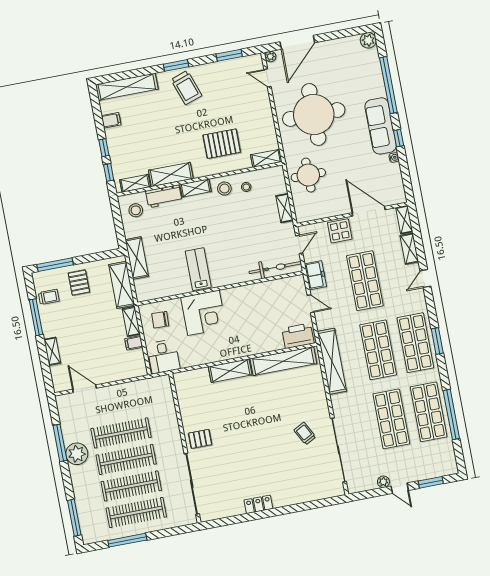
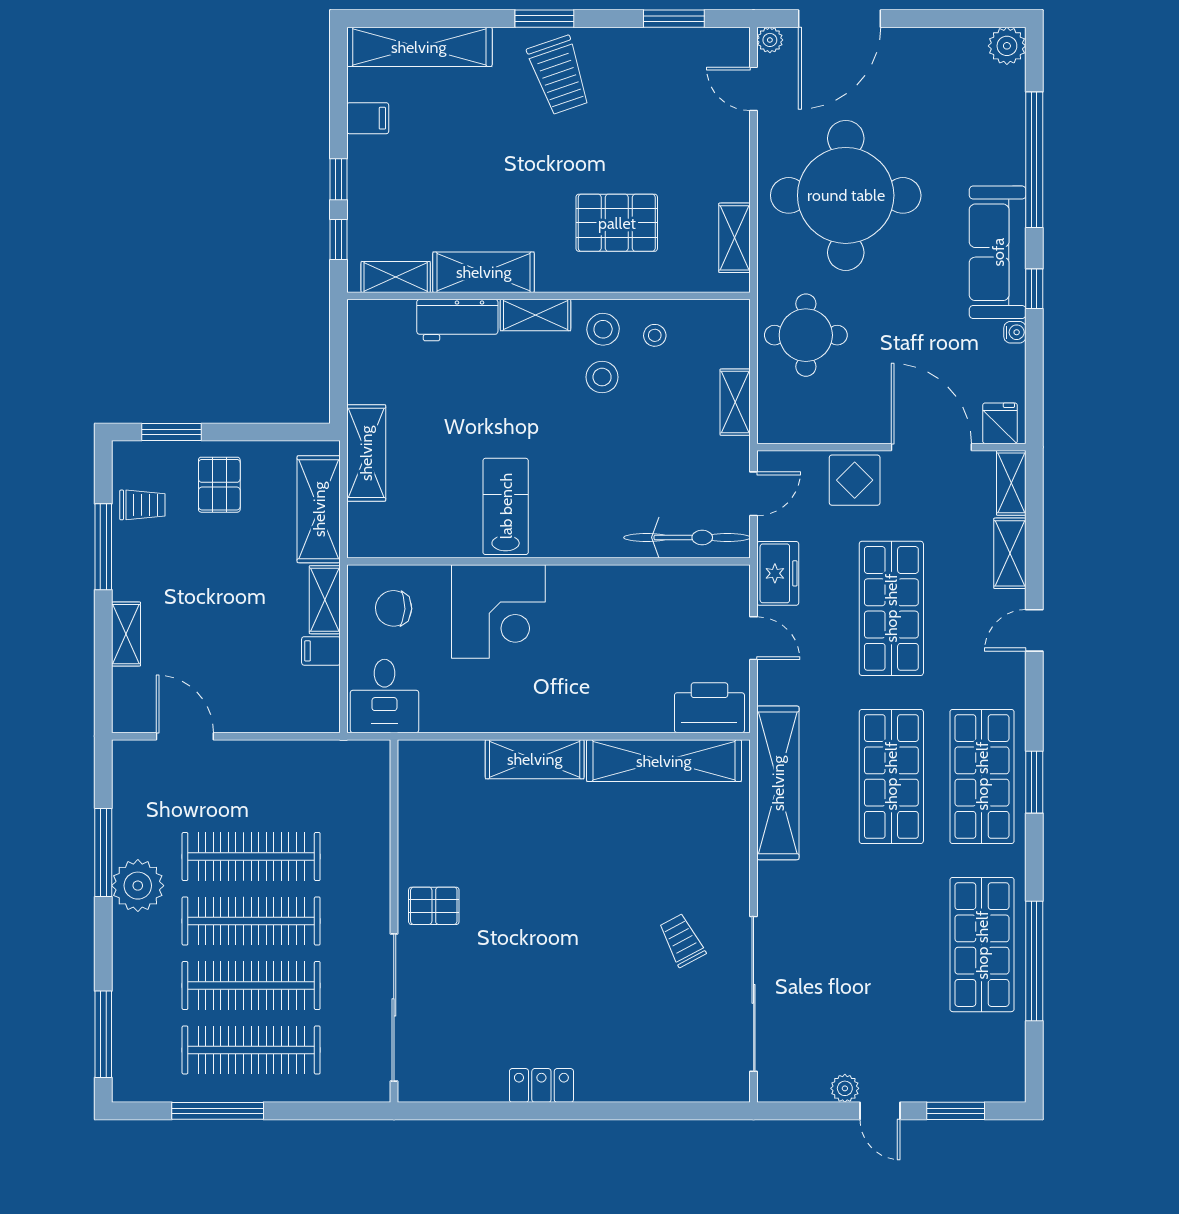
shelving: (266, 158) -> (735, 238), moved, turned 90
fridge: (395, 196) -> (1000, 423), added
stool: (136, 210) -> (602, 377), moved
window: (55, 265) -> (172, 432), width x0.69
shop shelf: (391, 419) -> (891, 945), removed

